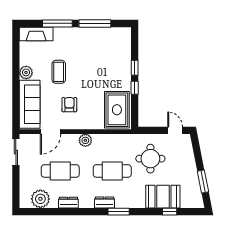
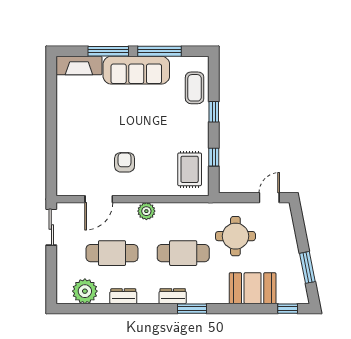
plant: (26, 72) -> (65, 118), removed
coffee table: (59, 72) -> (195, 88), moved
window: (135, 88) -> (214, 157), moved
sofa: (30, 104) -> (136, 70), moved, turned 90
rug: (117, 110) -> (190, 169), width x0.73, depth x0.70
door: (175, 130) -> (269, 198), hinge flipped
window: (170, 212) -> (288, 309), moved

